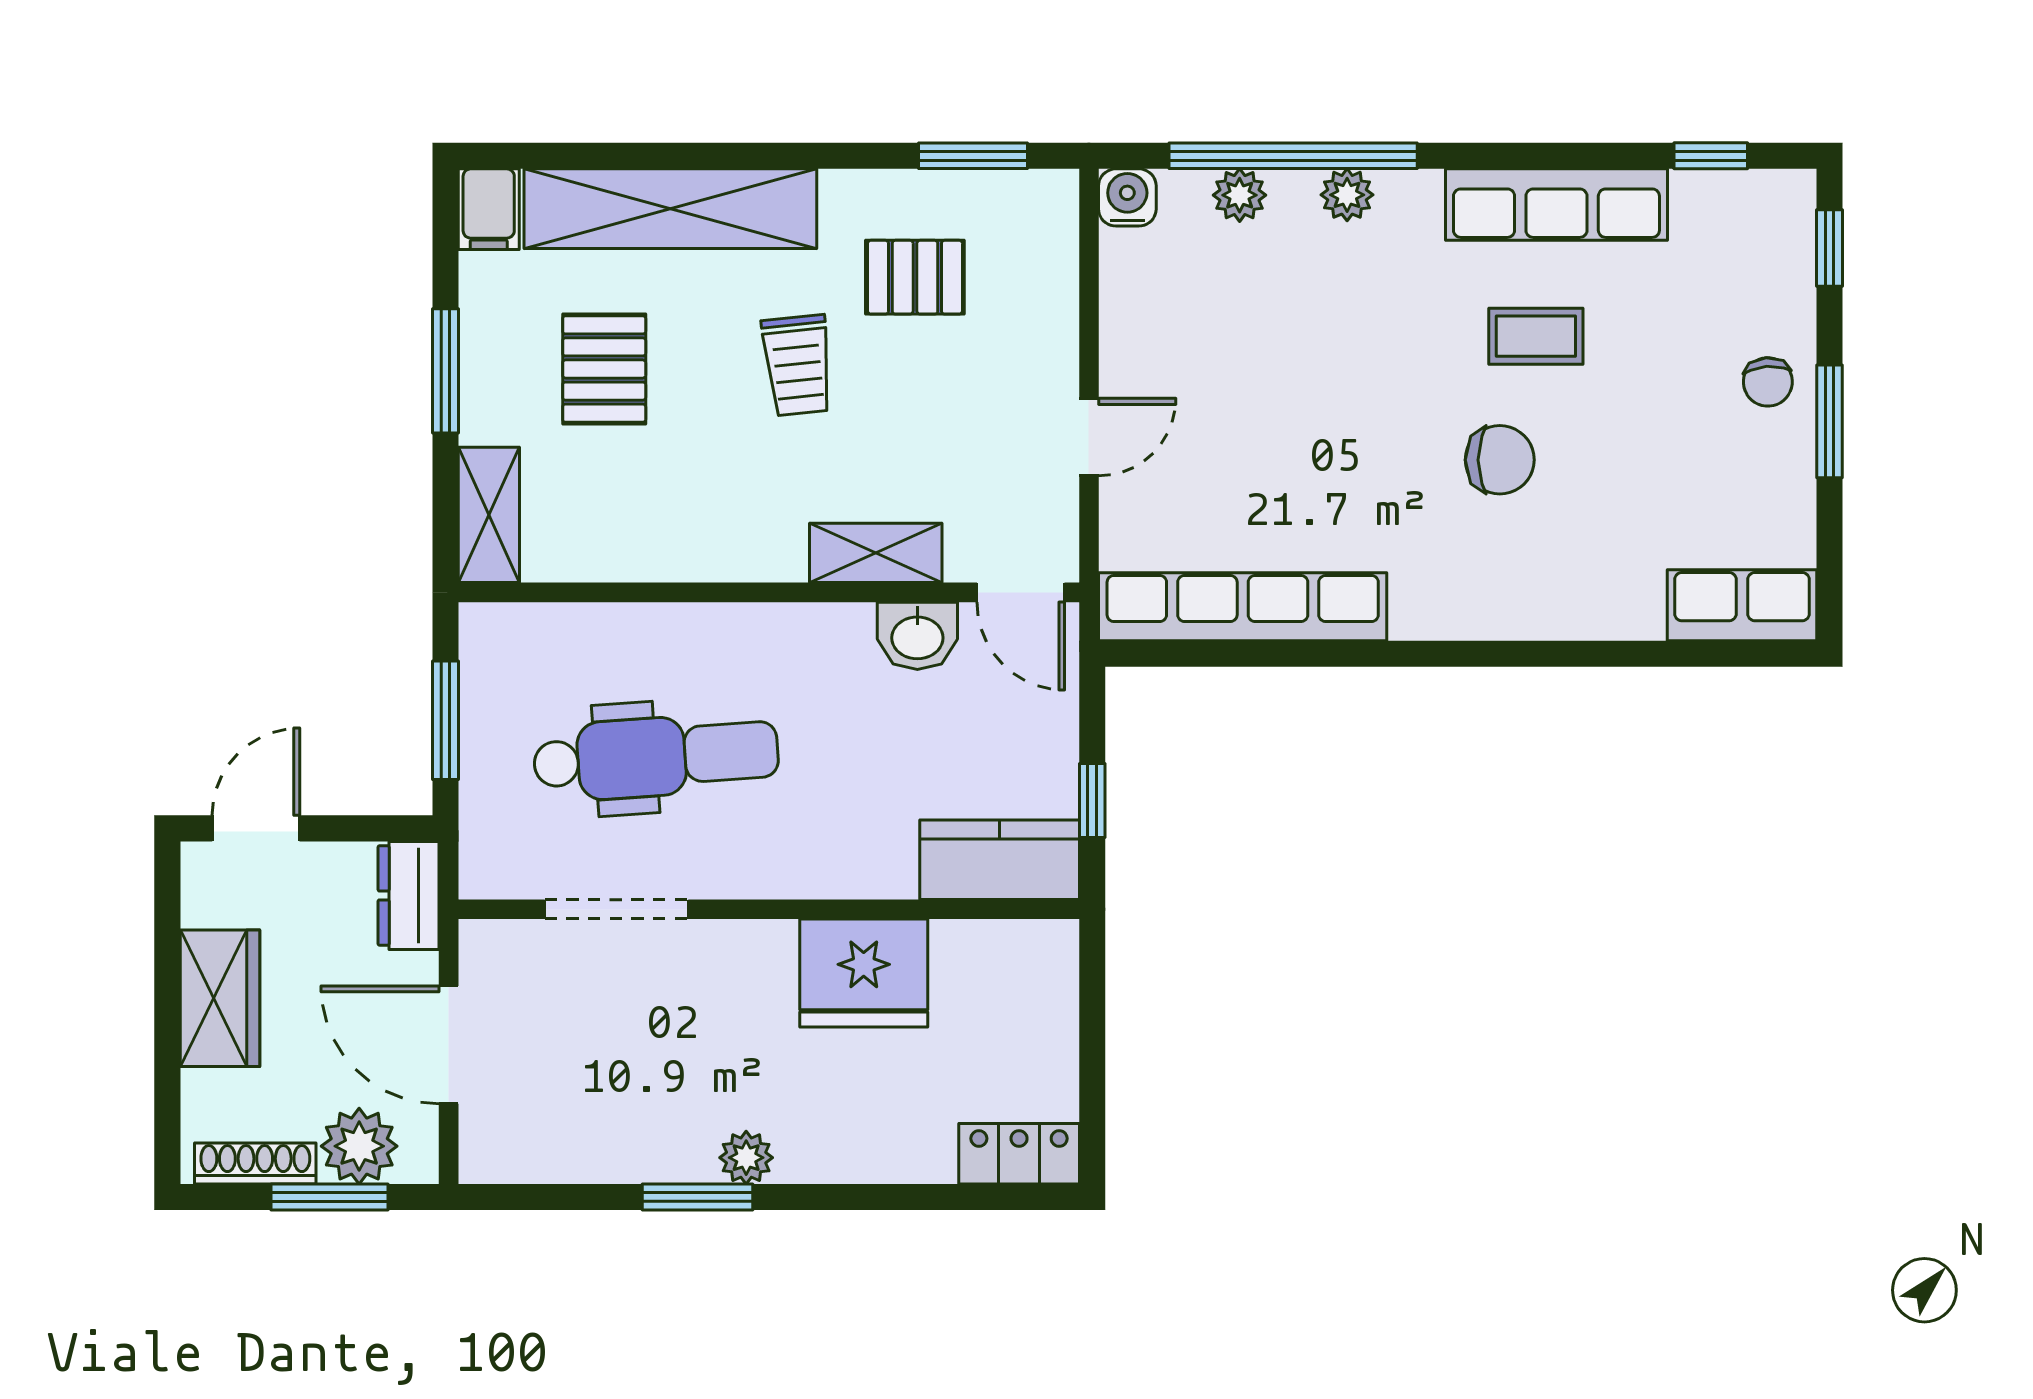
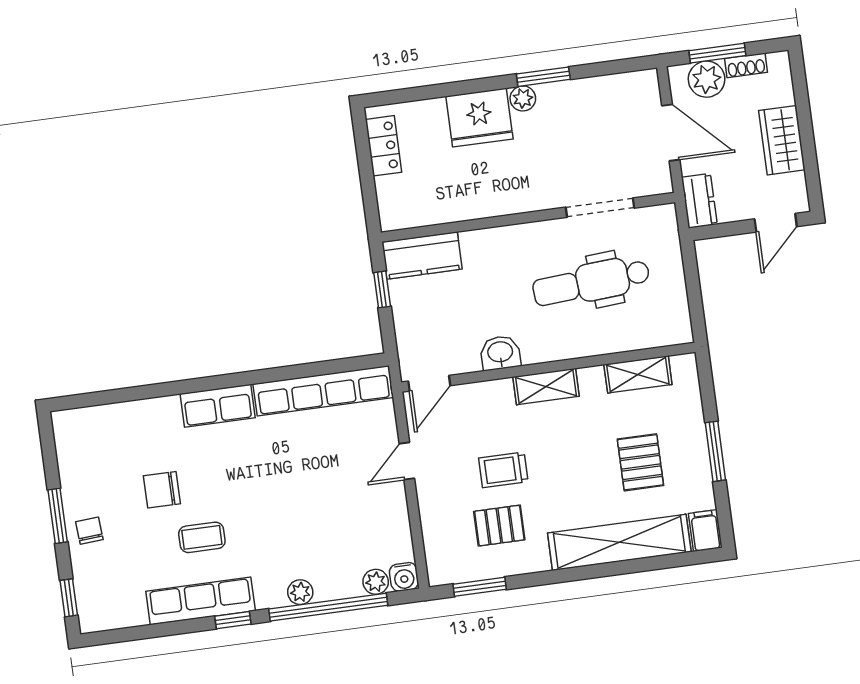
window: (1711, 156) -> (233, 620), moved
plant: (1240, 195) -> (376, 582), moved
trolley: (798, 365) -> (503, 470), moved, turned -84
chair: (1500, 460) -> (162, 490), moved
shelving: (489, 515) -> (638, 374), moved, turned 90
shelving: (876, 553) -> (546, 387), moved
door: (1021, 592) -> (429, 383), swing flipped
row of seats: (1742, 605) -> (218, 406), moved
washbasin: (917, 636) -> (500, 353), moved
window: (445, 720) -> (693, 286), removed
fridge: (864, 973) -> (479, 118), moved, turned 180
locker: (1019, 1154) -> (384, 146), moved, turned -90
shoe rack: (255, 1163) -> (746, 65), width x0.70

